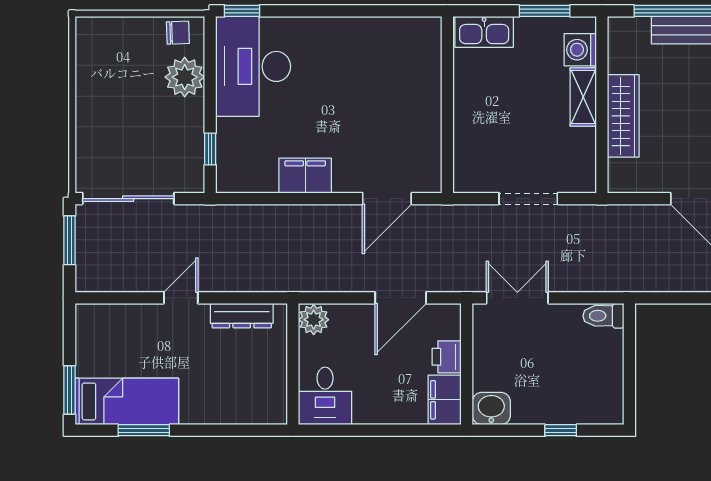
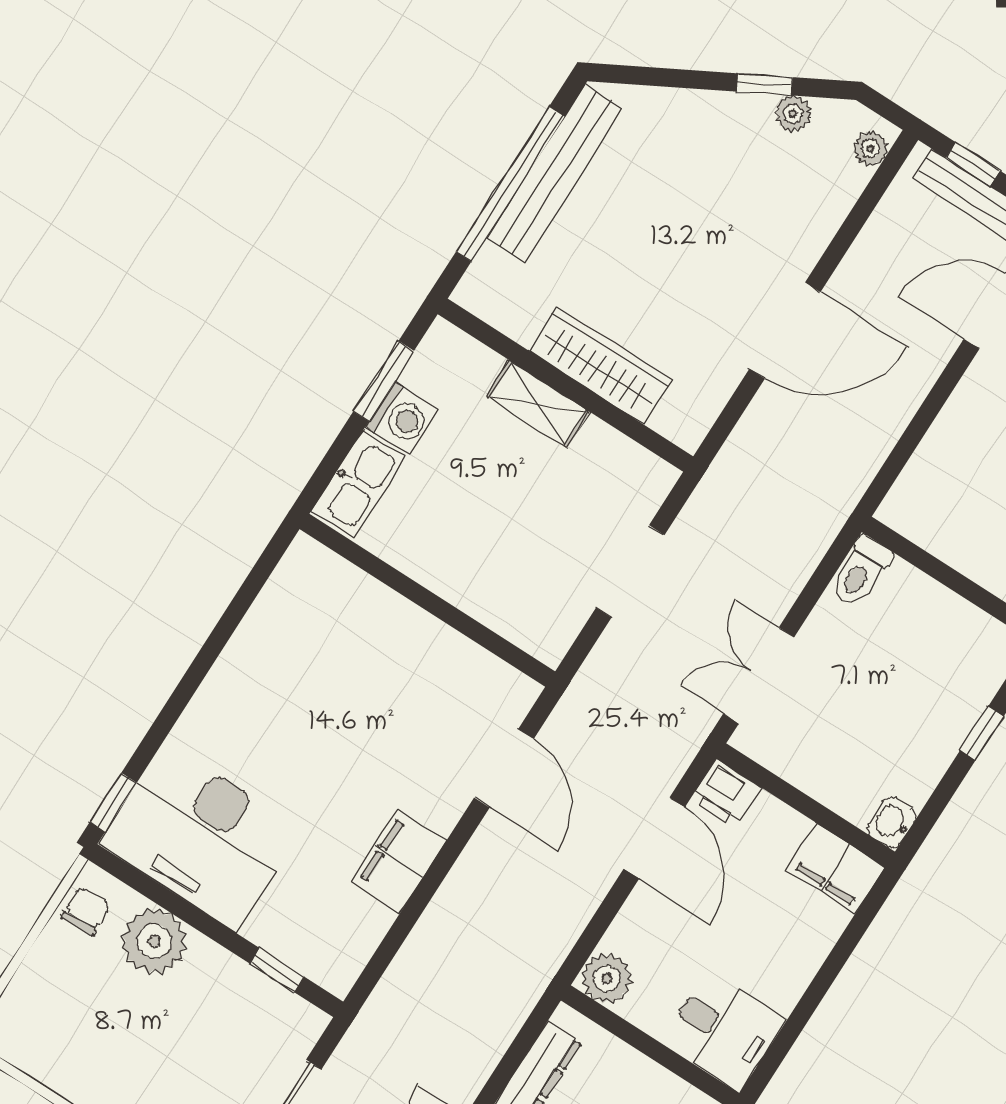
washing machine: (580, 50) -> (402, 418), moved, turned -90
printer: (447, 357) -> (725, 793), moved
washbasin: (491, 409) -> (892, 822), width x0.72, depth x0.69

